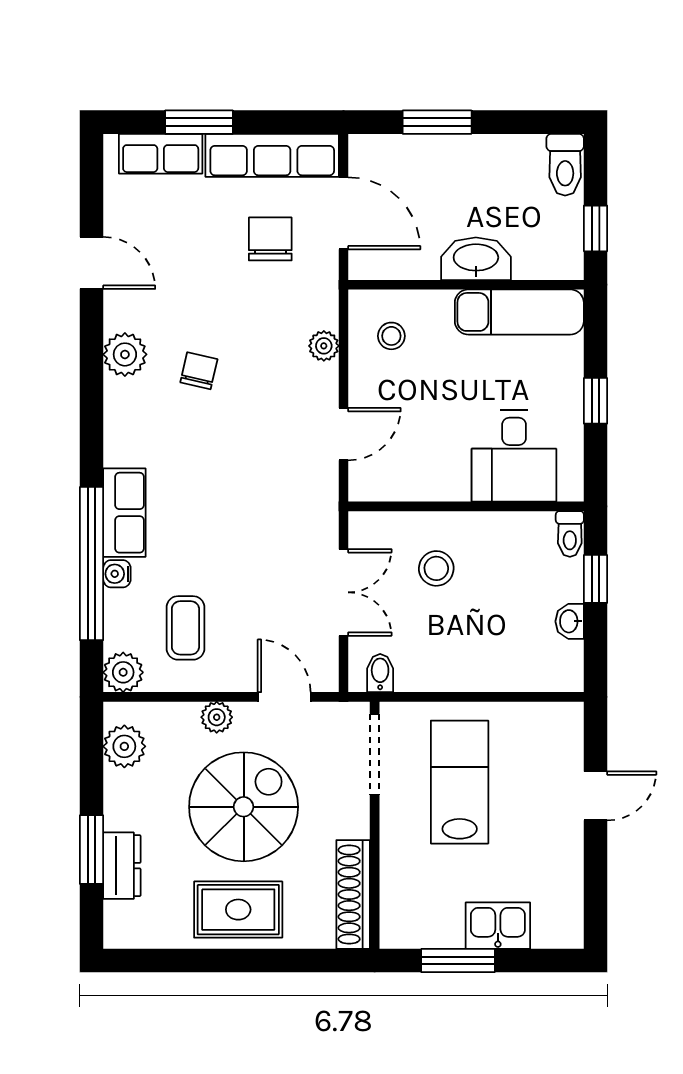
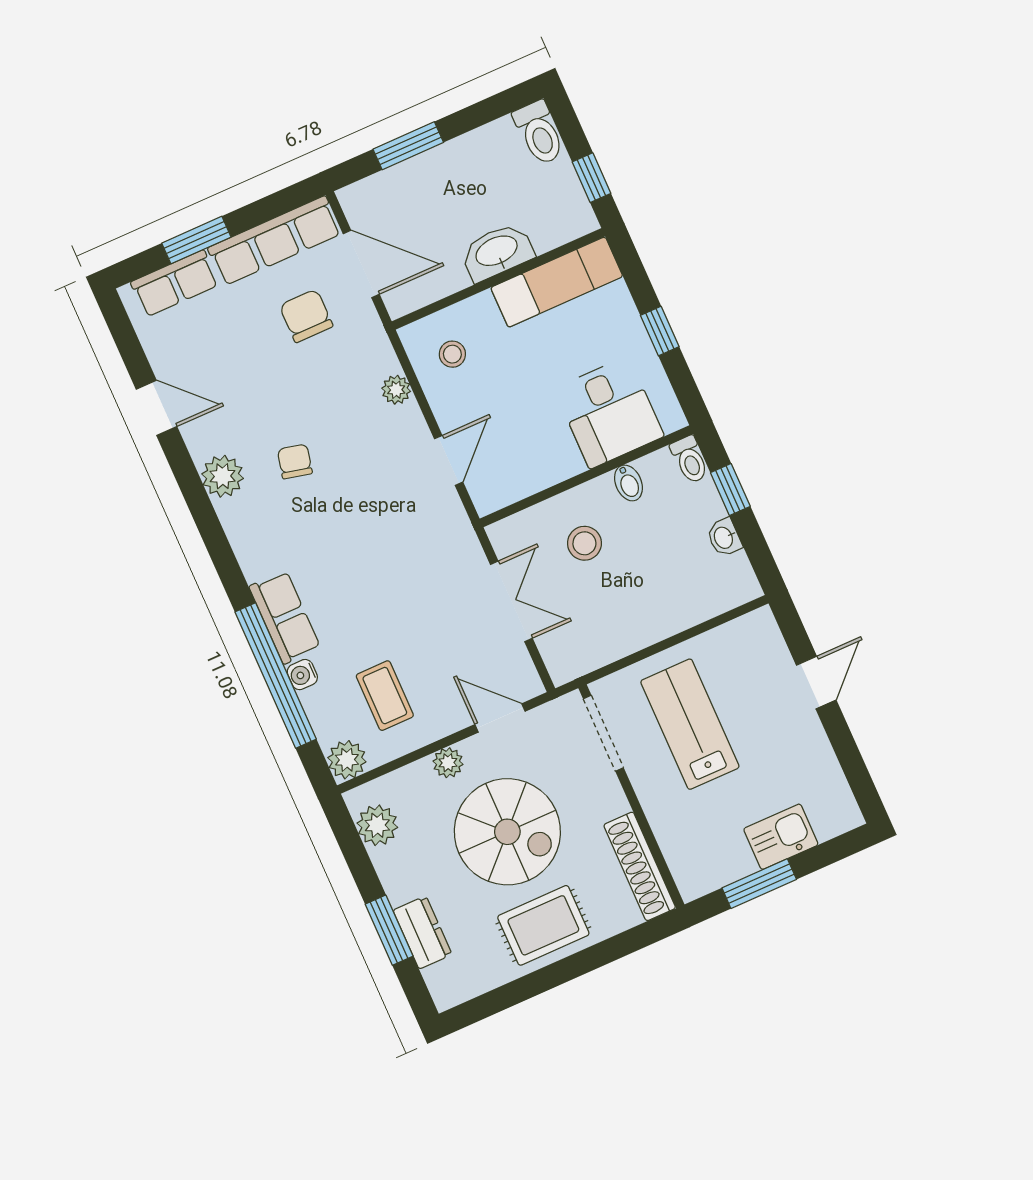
bidet: (380, 673) -> (628, 483), moved, turned 180
spiral stairs: (244, 807) -> (507, 832), turned 90

